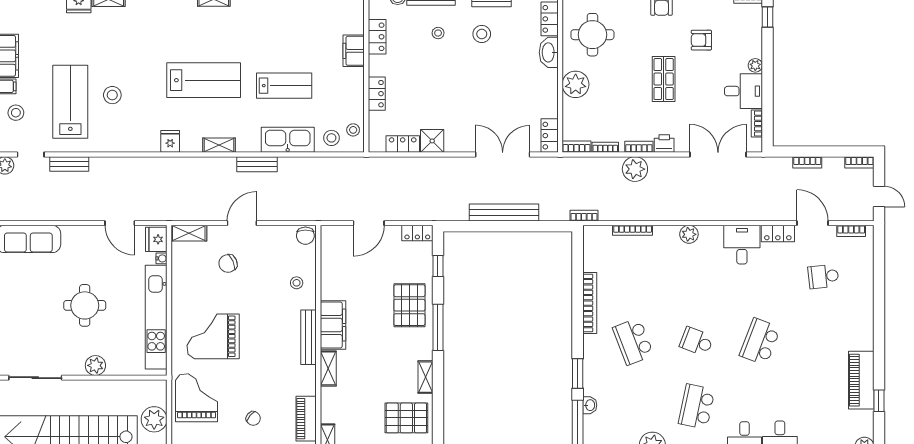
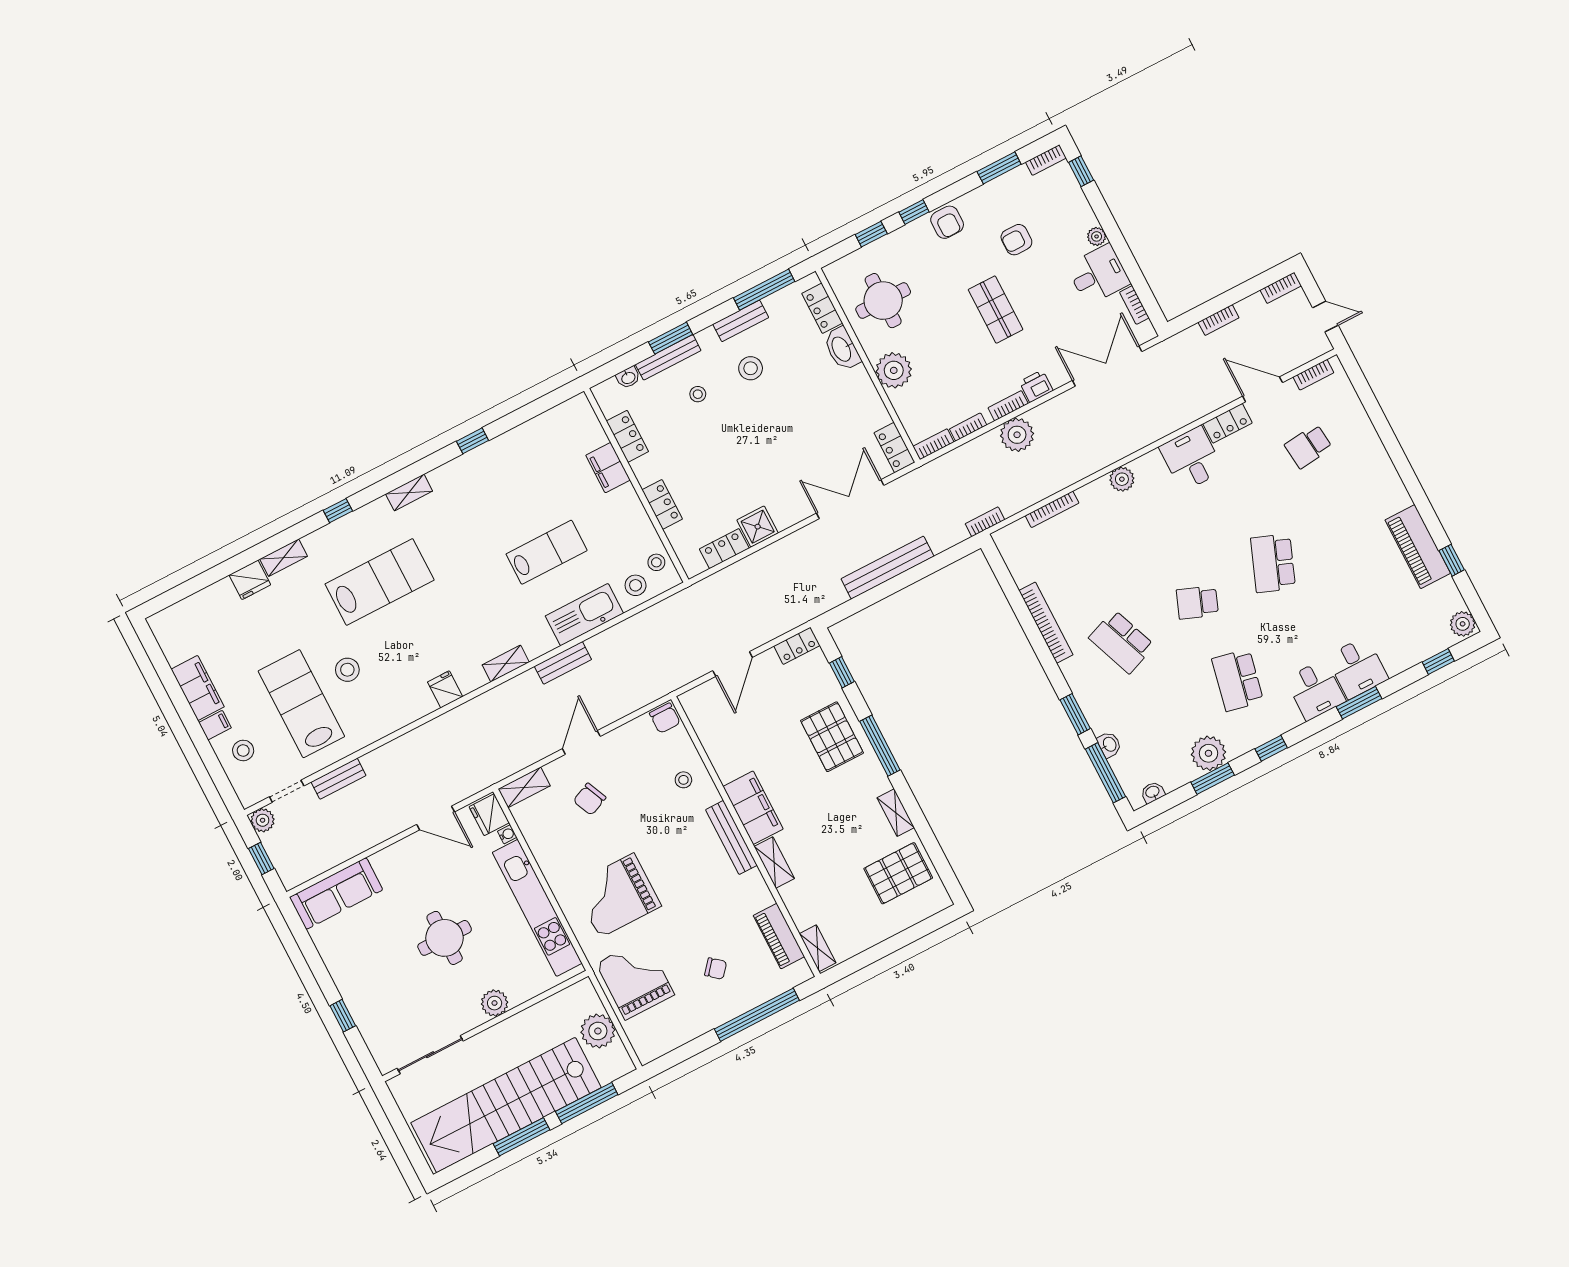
lab bench: (204, 80) -> (380, 582), moved

